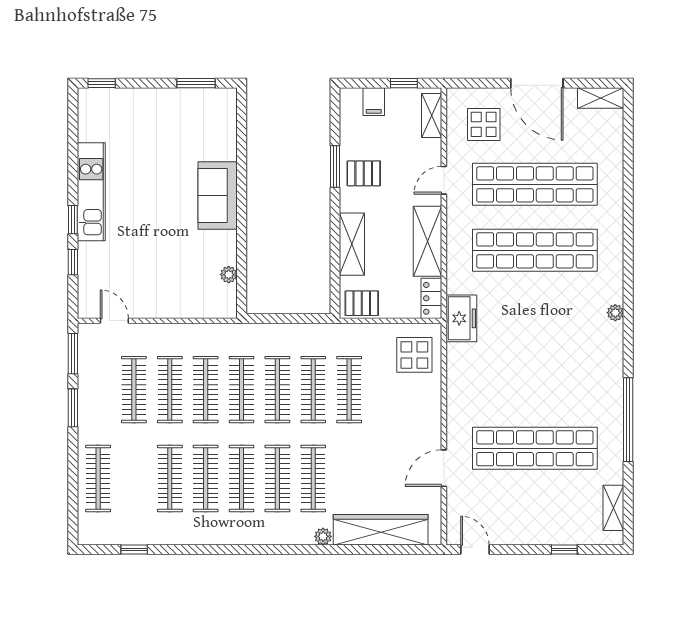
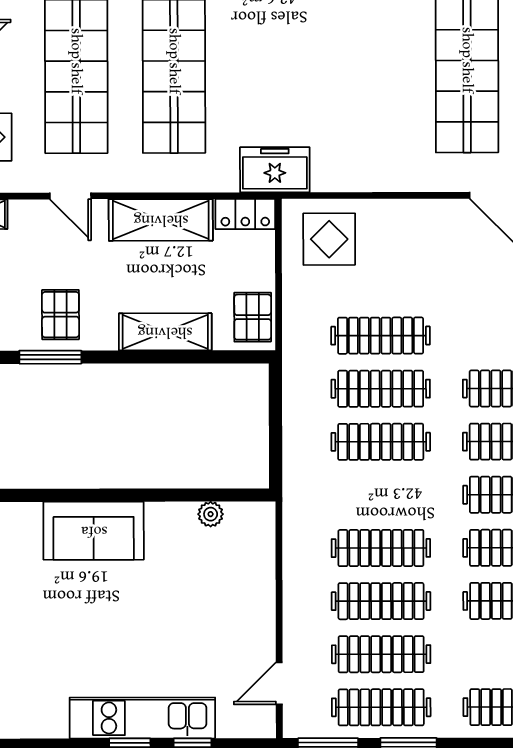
kitchen unit: (91, 192) -> (142, 718), moved
clothes rail: (242, 390) -> (381, 707), moved

